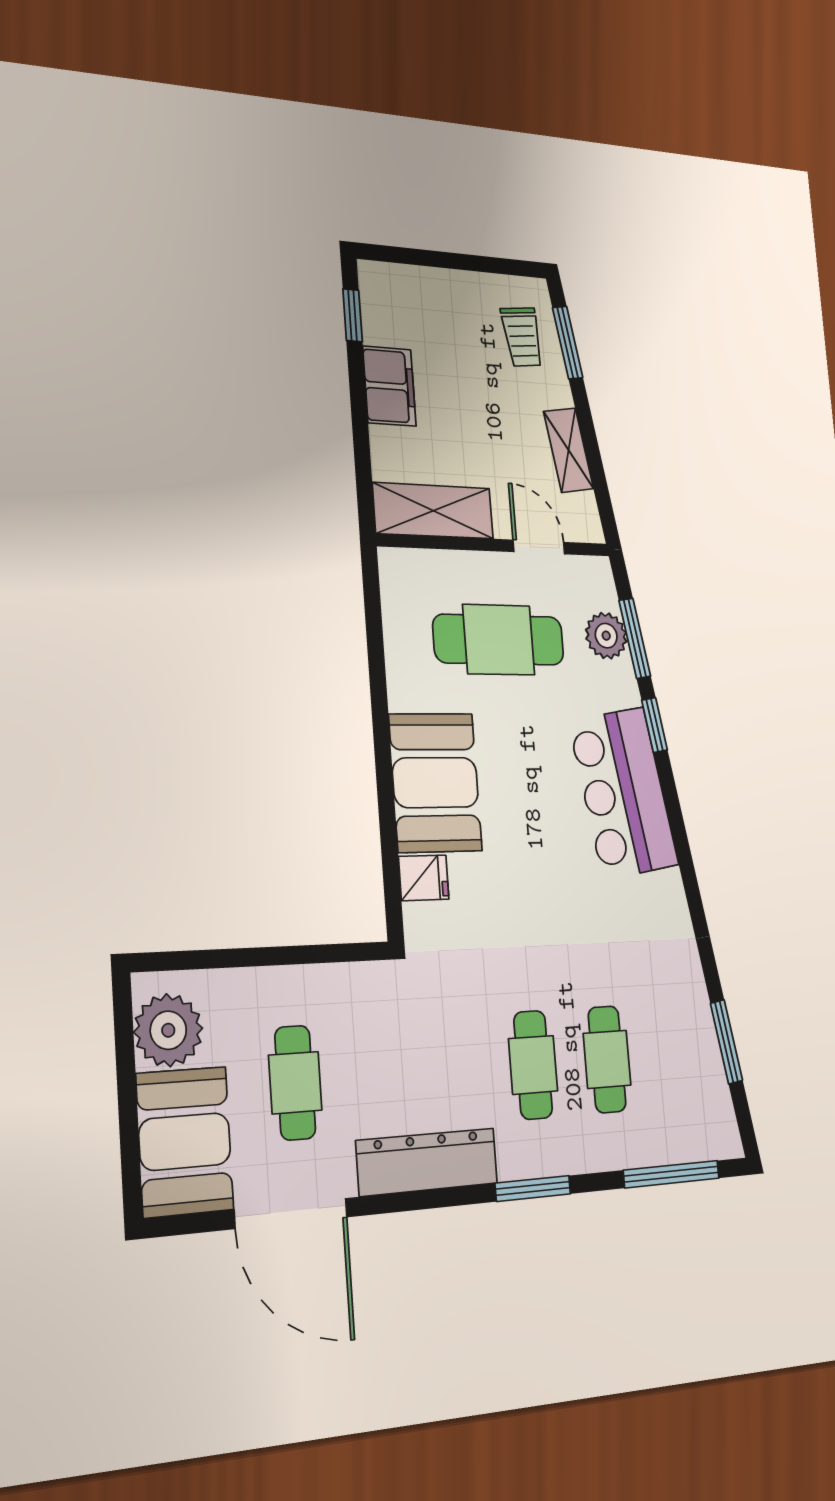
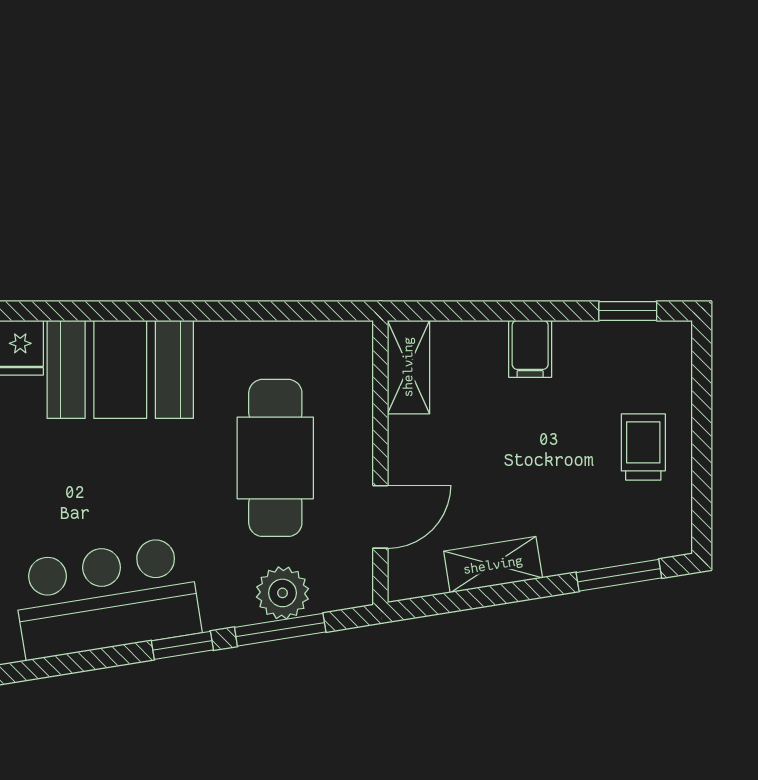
trolley: (522, 337) -> (643, 447), moved, turned 96
filing cabinet: (389, 386) -> (530, 349), width x0.50
shelving: (433, 511) -> (408, 367), width x0.67, depth x0.75

